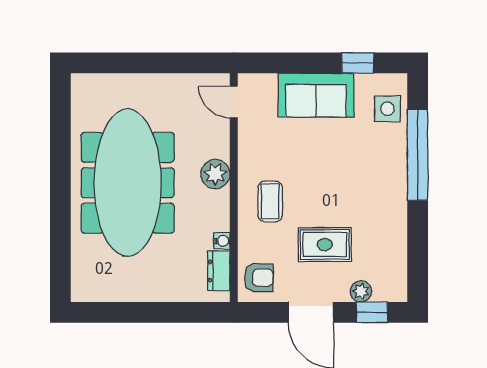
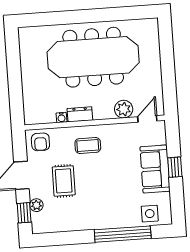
window: (358, 63) -> (175, 167), moved
plant: (215, 174) -> (124, 109), moved
dresser: (219, 271) -> (80, 114), moved

